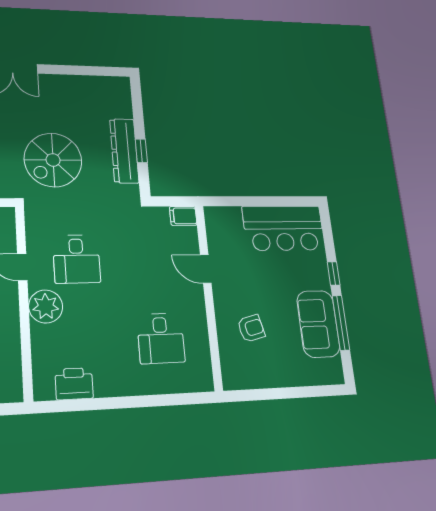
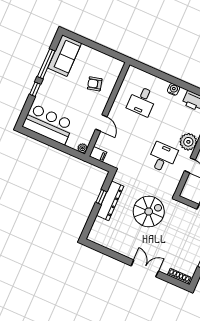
plant: (212, 214) -> (82, 148), added
sofa: (318, 324) -> (65, 56), moved
desk: (161, 338) -> (142, 101), turned 180
water cooler: (119, 386) -> (173, 89), added

